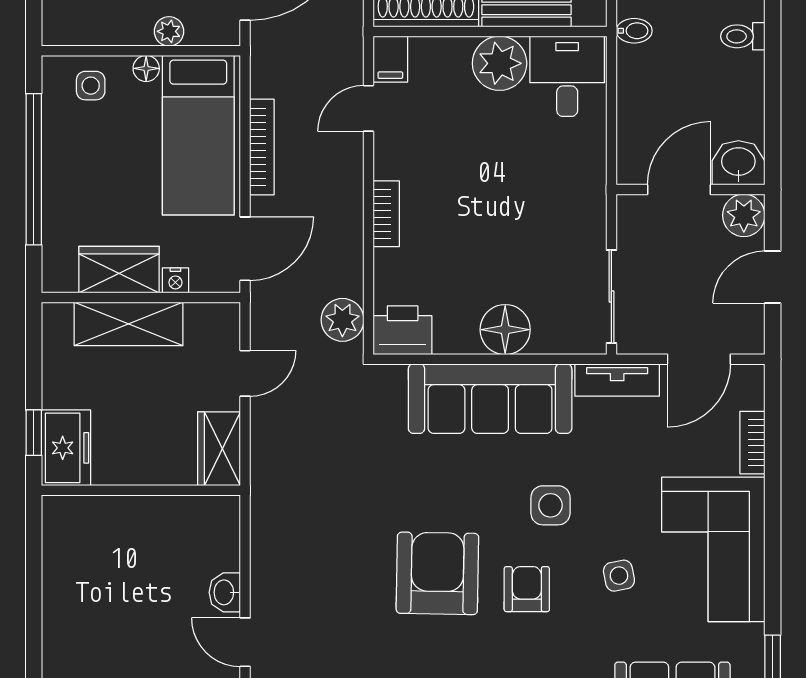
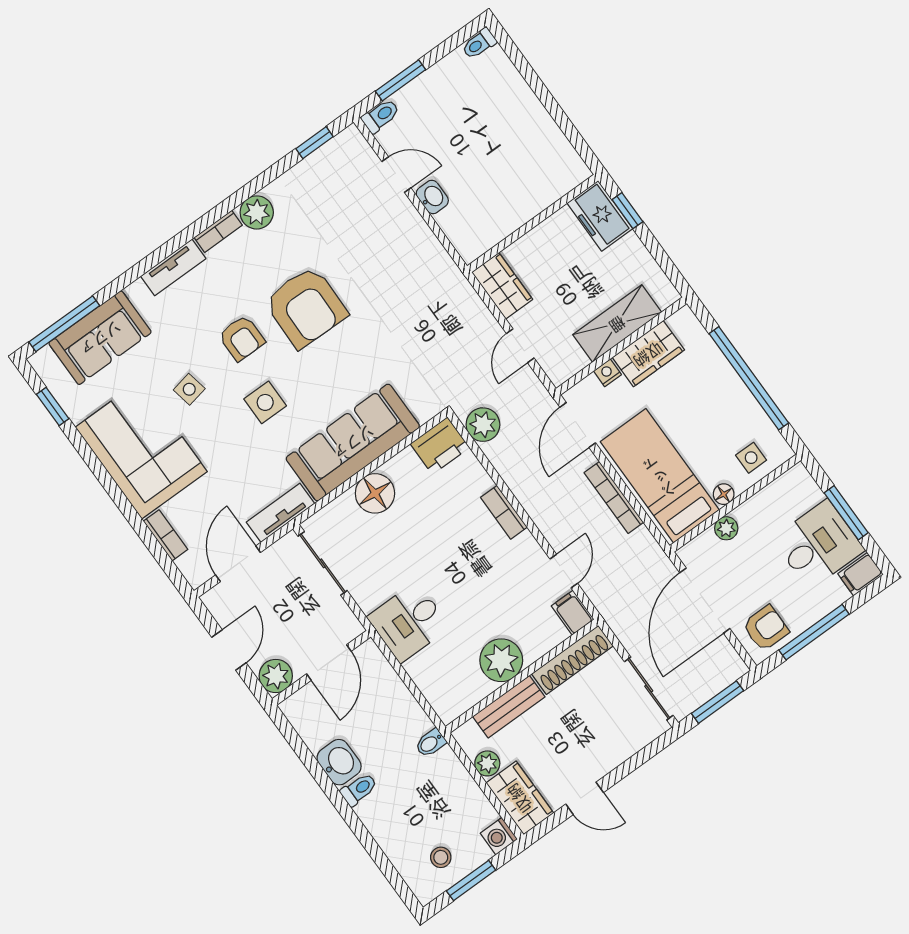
desk: (567, 76) -> (409, 622), moved, turned 90
washbasin: (738, 163) -> (339, 762), moved, turned -90

